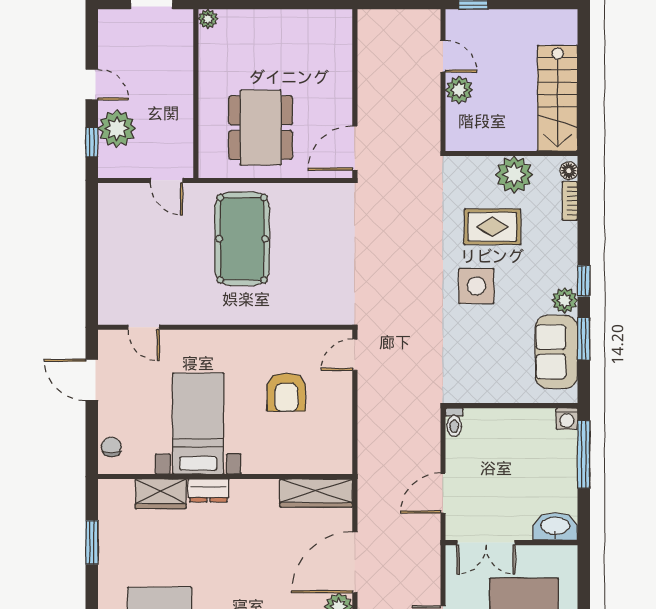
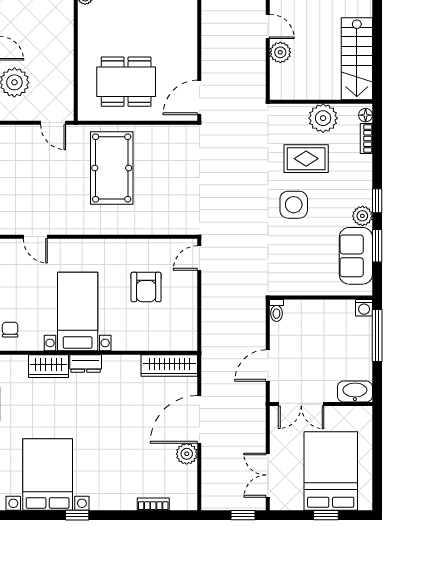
dining table: (261, 128) -> (126, 82), turned 90

